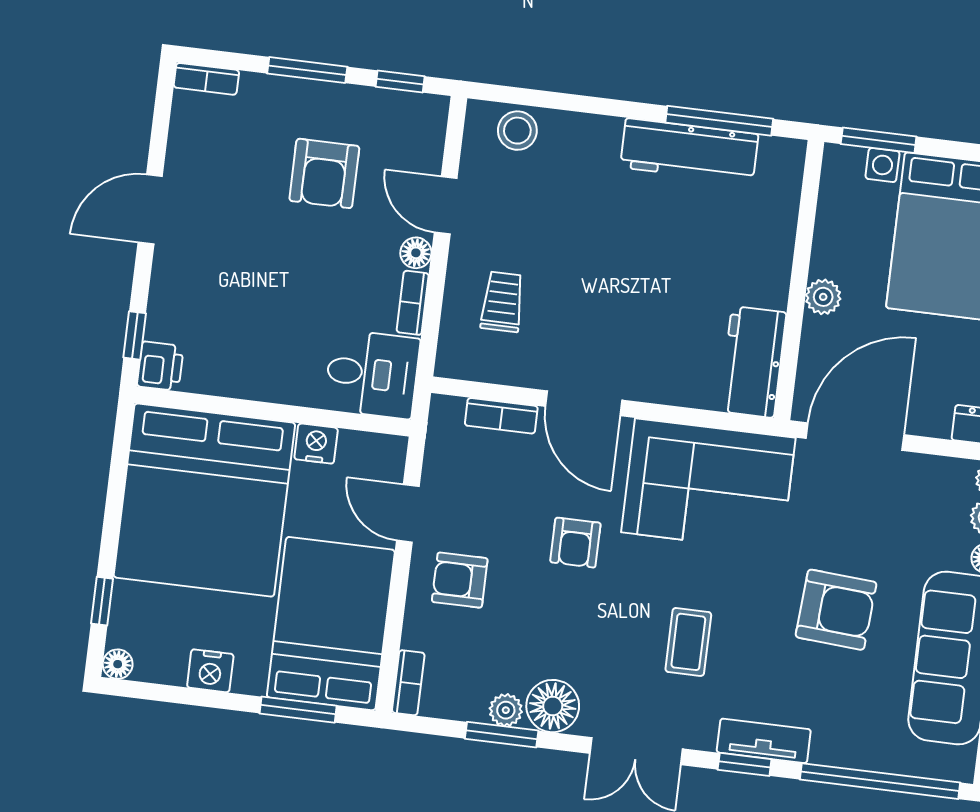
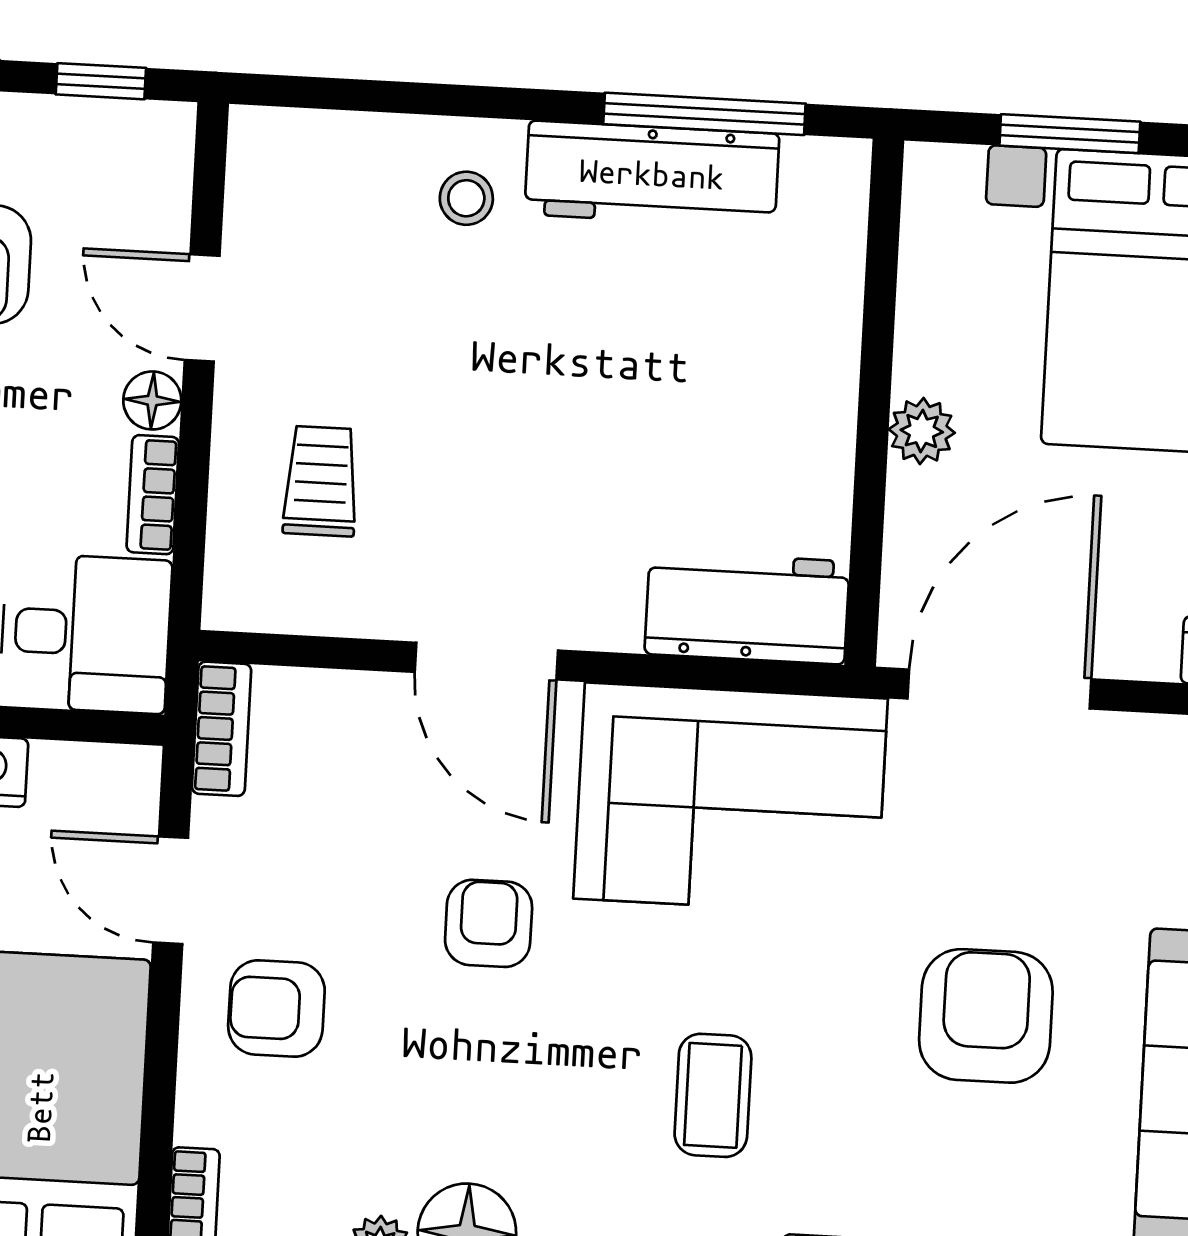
stool: (517, 131) -> (466, 198), moved, width x0.73, depth x0.73
window: (879, 140) -> (1070, 134), moved
workbench: (753, 362) -> (747, 608), moved, turned 90
bookcase: (501, 416) -> (222, 729), moved, turned -90
armchair: (575, 543) -> (489, 923), turned 180
armchair: (836, 610) -> (986, 1016), turned -94

